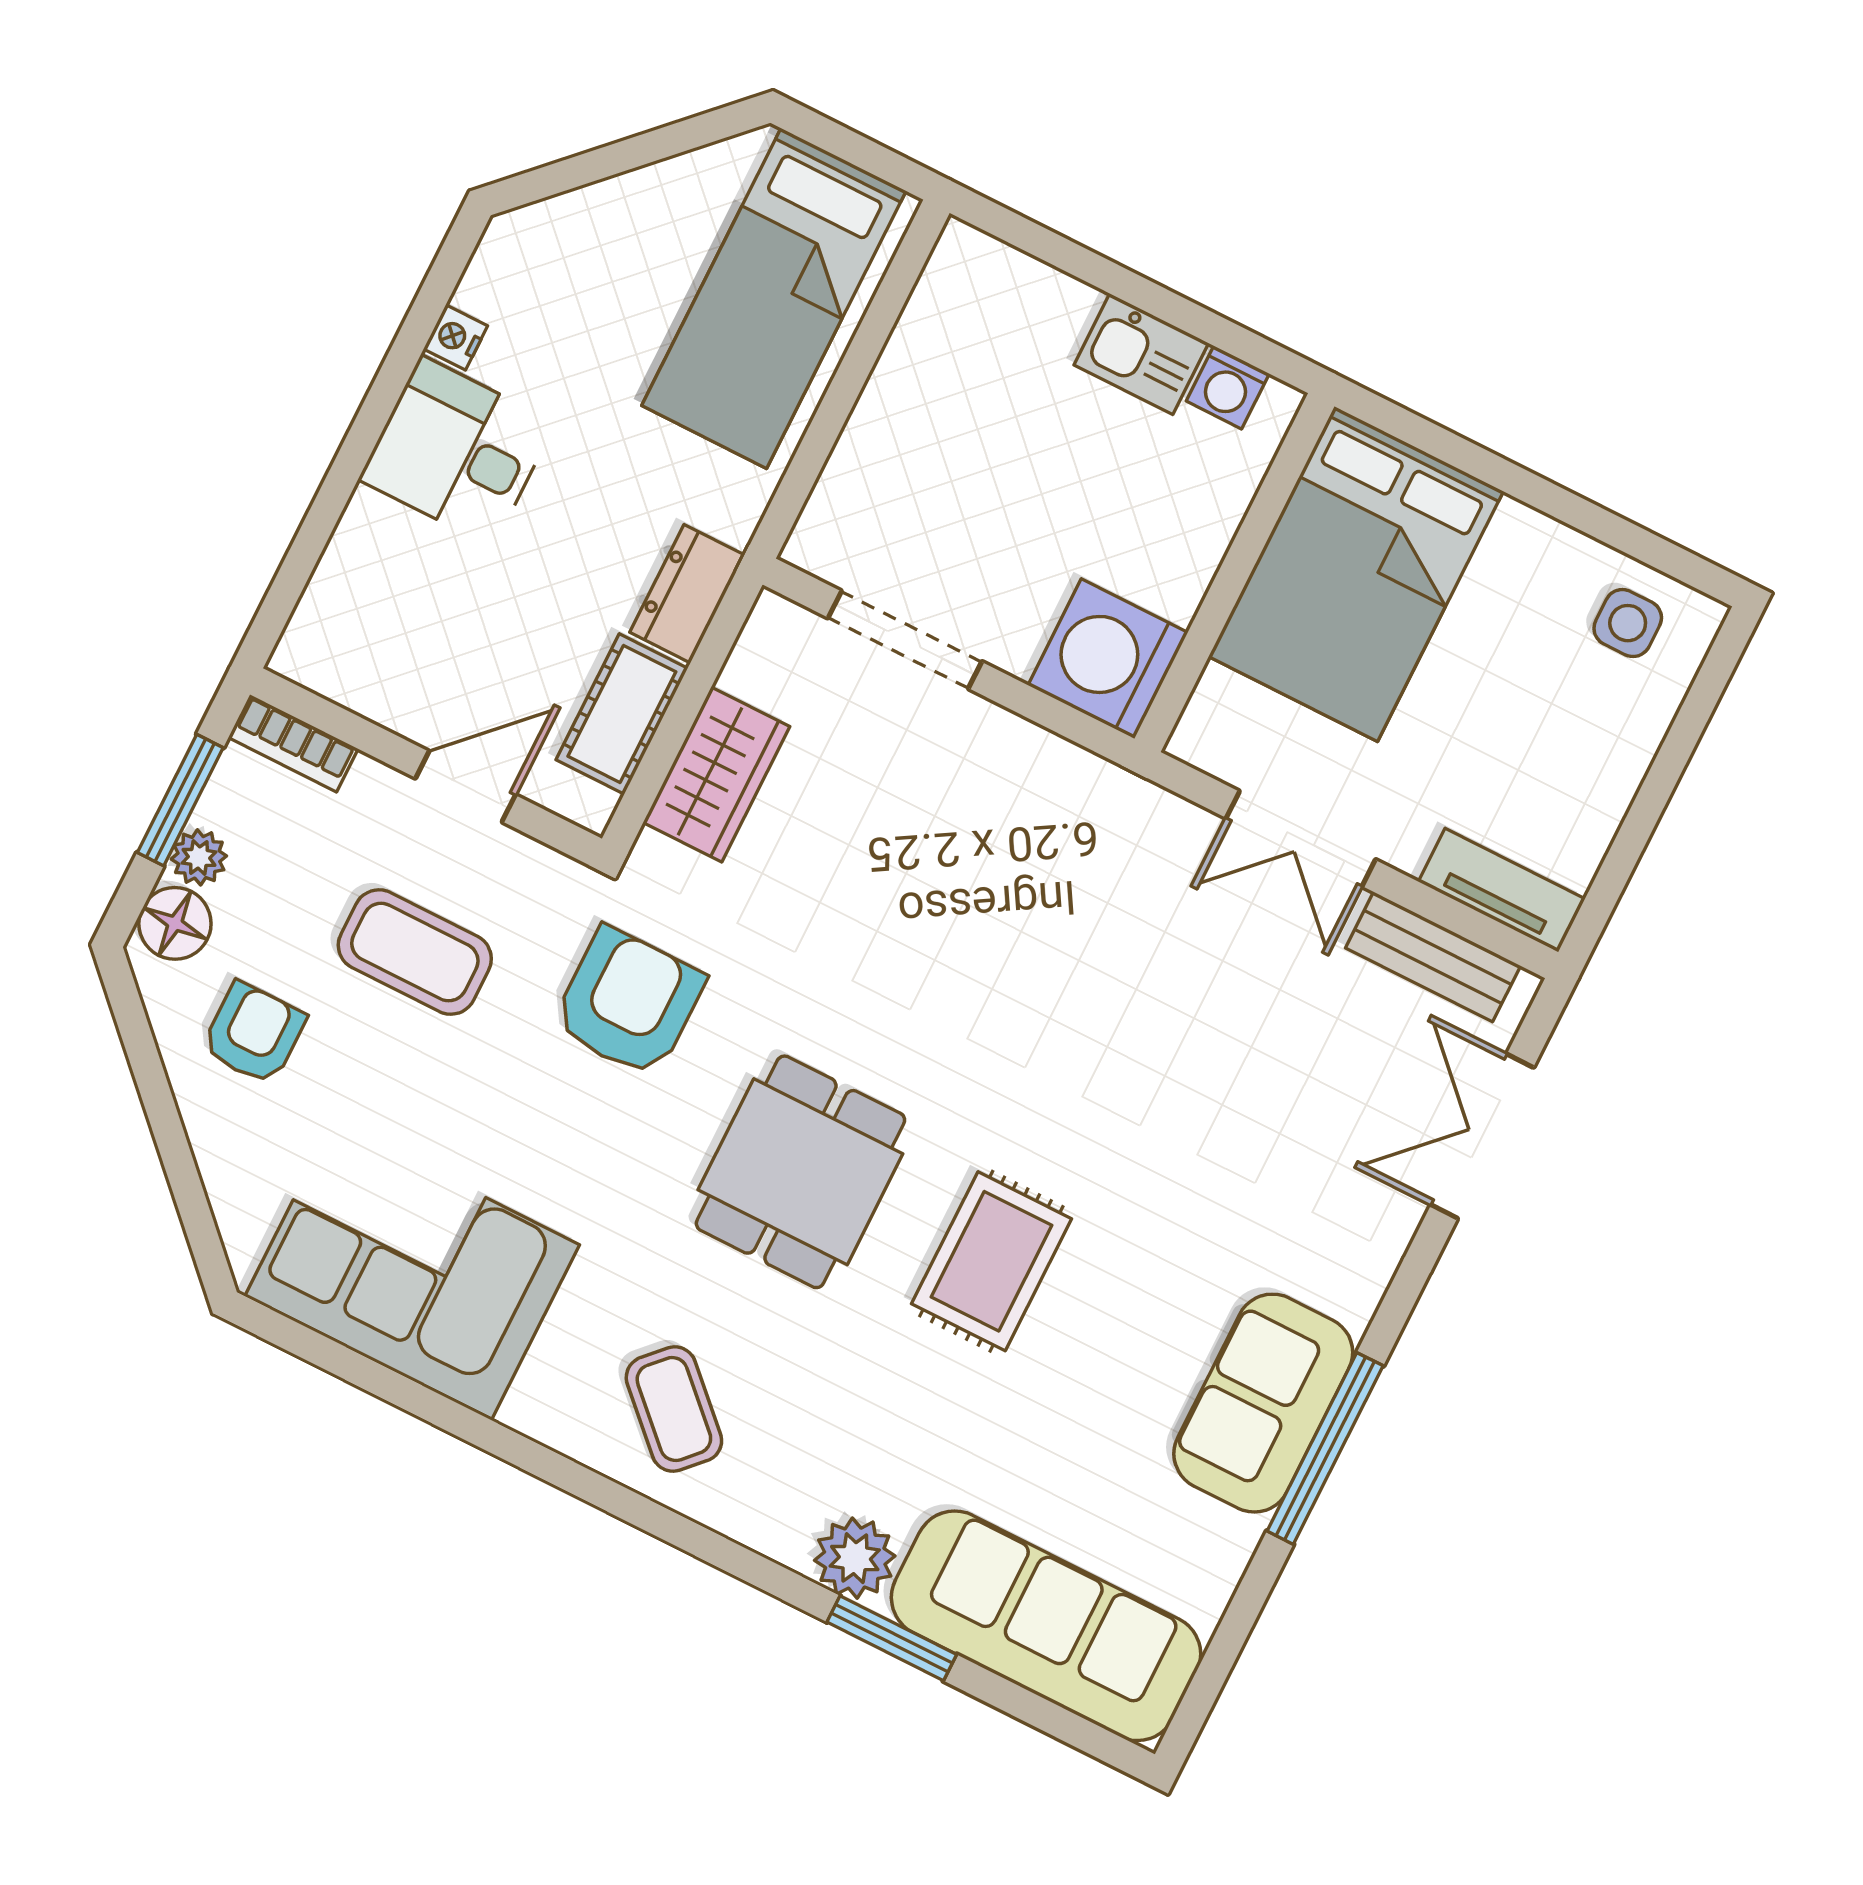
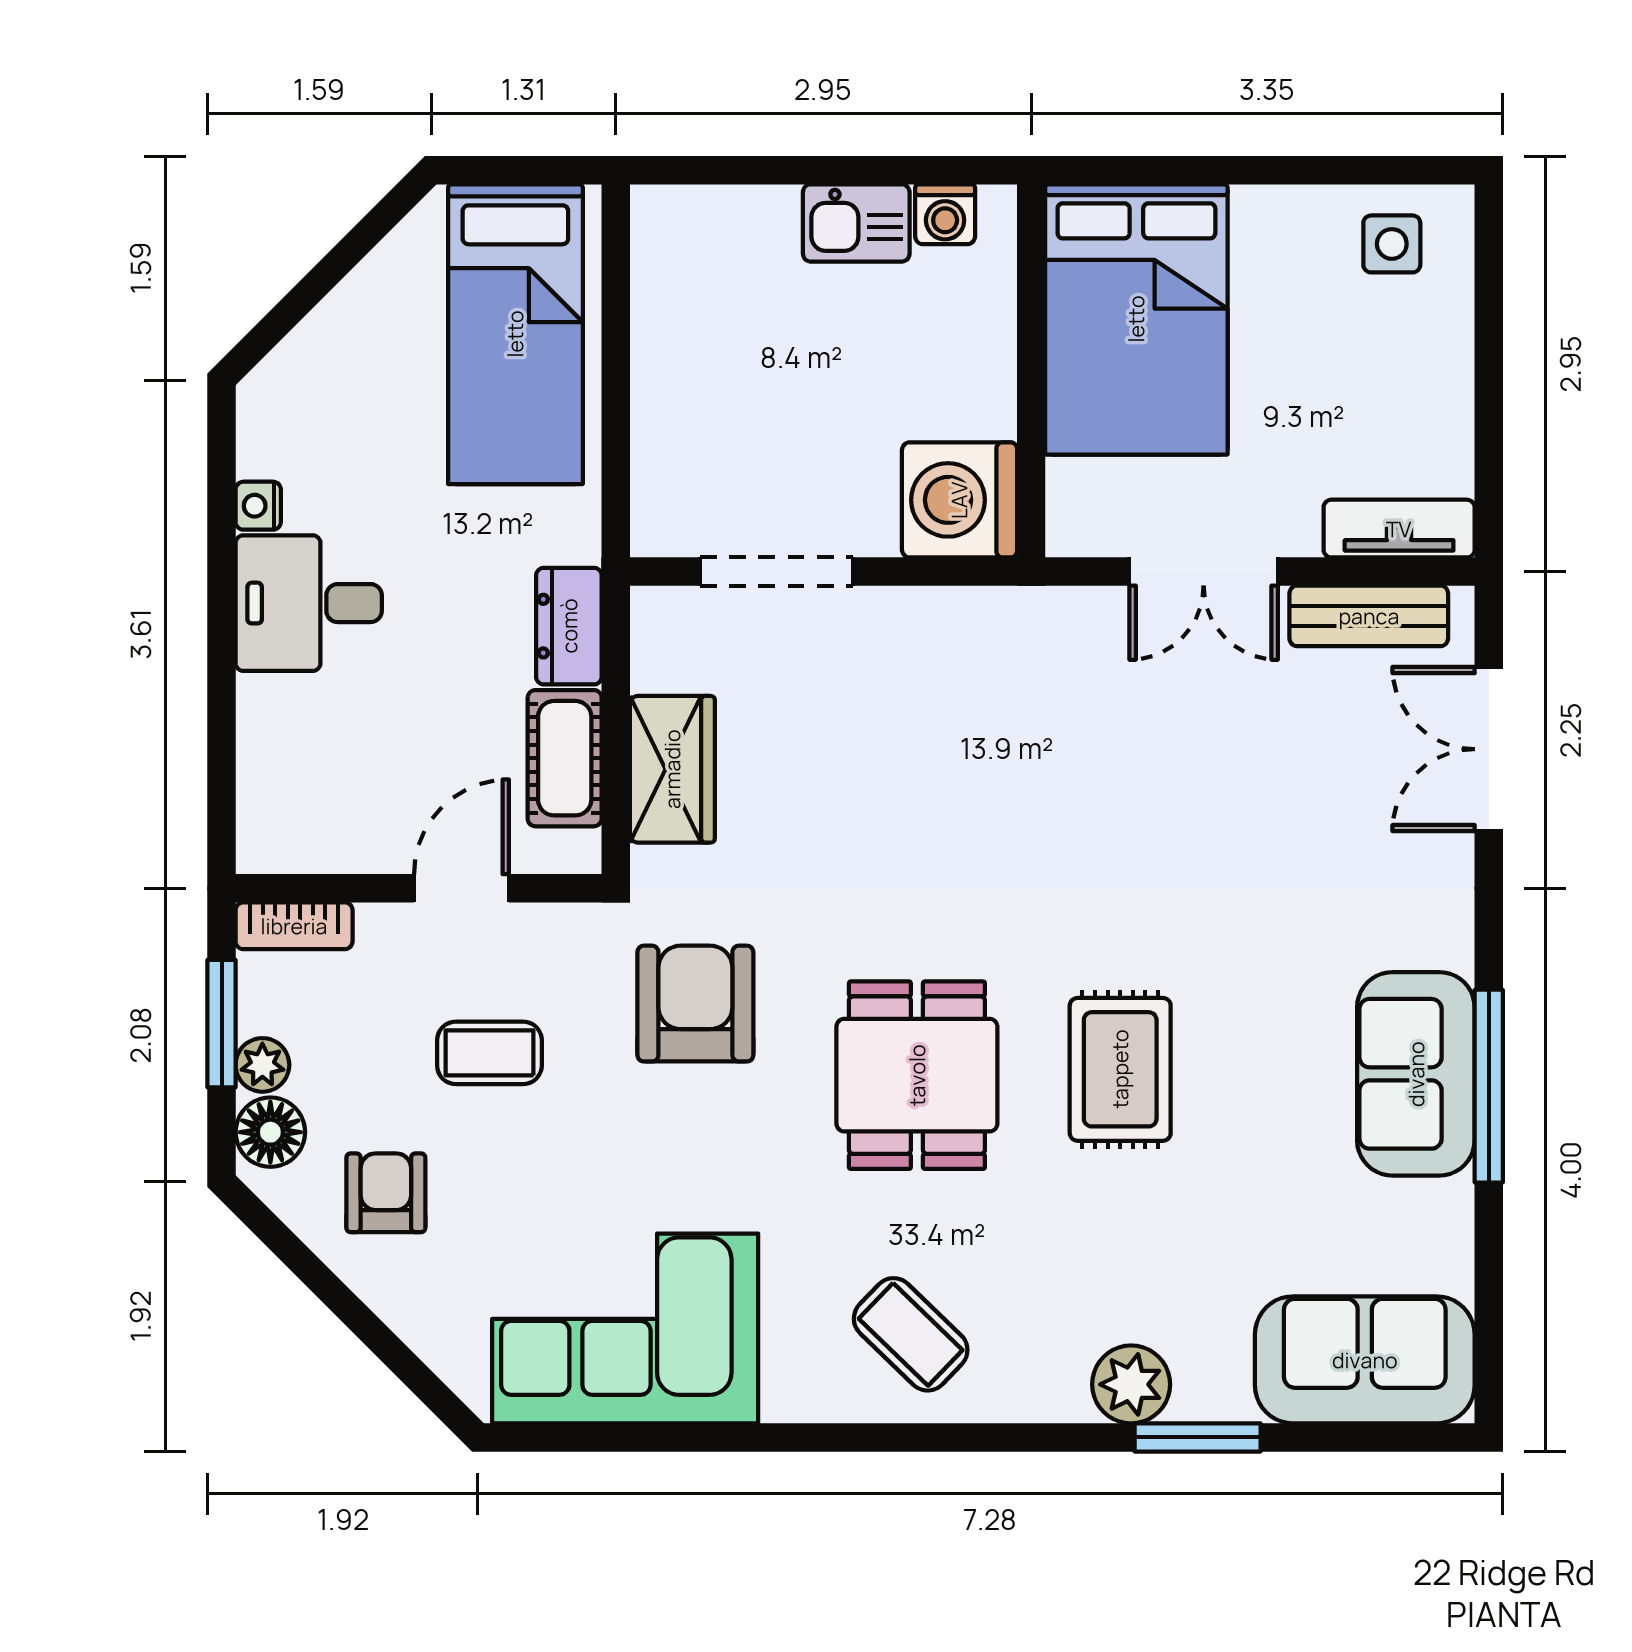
coffee table: (415, 952) -> (489, 1053), width x0.73, depth x0.77
sofa: (1046, 1626) -> (1365, 1360), width x0.73

